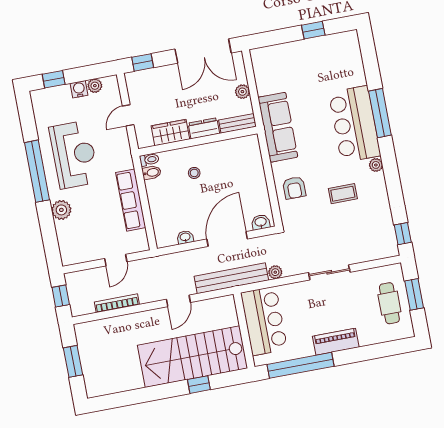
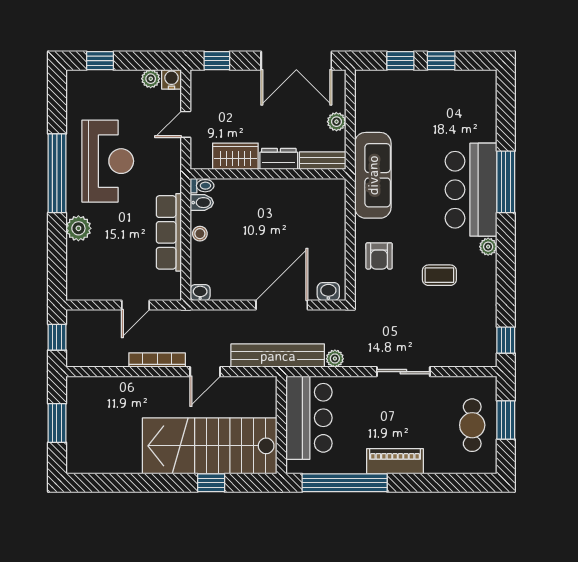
window: (282, 36) -> (400, 61), added
water cooler: (79, 89) -> (171, 79), moved
stool: (194, 173) -> (200, 234), moved
washbasin: (185, 237) -> (200, 293), moved
bookcase: (117, 303) -> (157, 360), moved

